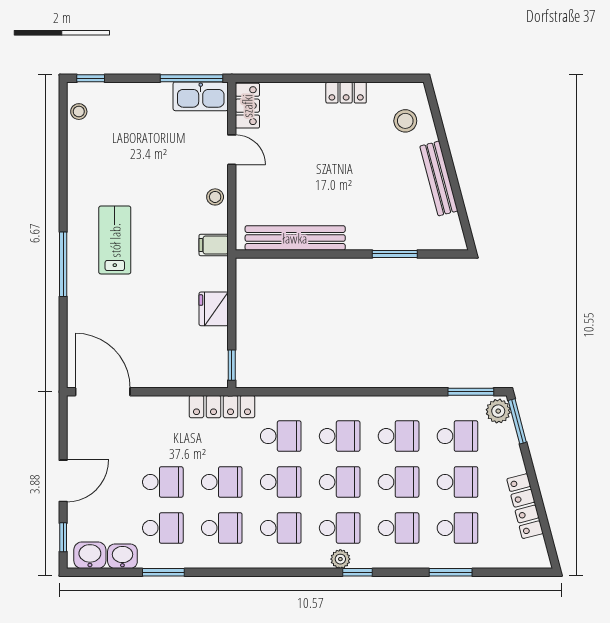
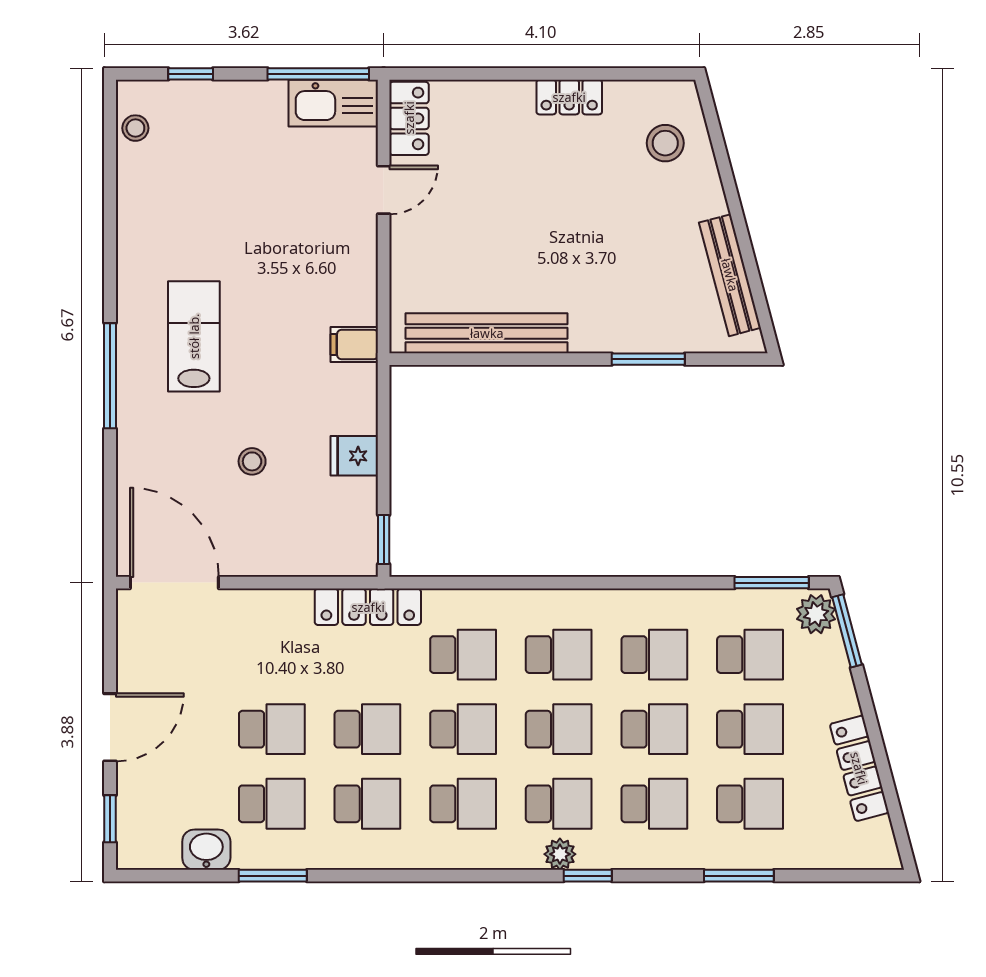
window: (91, 78) -> (191, 74), moved
door: (232, 150) -> (384, 190), hinge flipped
bench: (439, 178) -> (730, 275), moved
stool: (215, 197) -> (252, 461), moved
fridge: (214, 309) -> (354, 456), width x0.72
washbasin: (90, 555) -> (153, 848), removed

